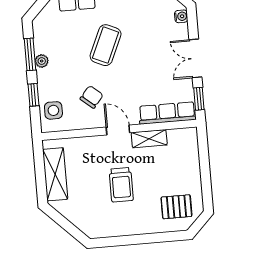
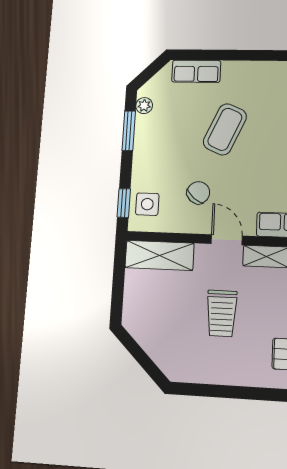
plant: (42, 61) -> (144, 106), moved
window: (33, 95) -> (124, 203), moved
shelving: (55, 174) -> (159, 255), moved, turned 90

